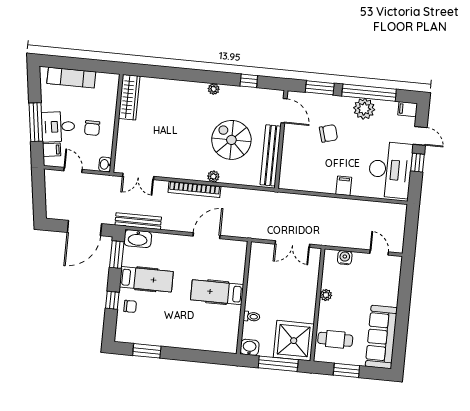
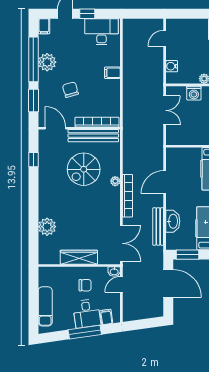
plant: (214, 89) -> (47, 227), moved, width x1.88, depth x1.88
wardrobe: (129, 97) -> (79, 257), moved
door: (284, 111) -> (55, 128), hinge flipped
bookcase: (286, 161) -> (97, 122), added
door: (73, 170) -> (121, 284), moved
desk: (390, 170) -> (101, 32), width x0.73, depth x0.77
double door: (138, 176) -> (121, 243), width x1.37
bench: (138, 221) -> (158, 226), moved
door: (207, 236) -> (165, 182), hinge flipped
washbasin: (138, 239) -> (173, 221), moved
washing machine: (310, 281) -> (194, 93), added

